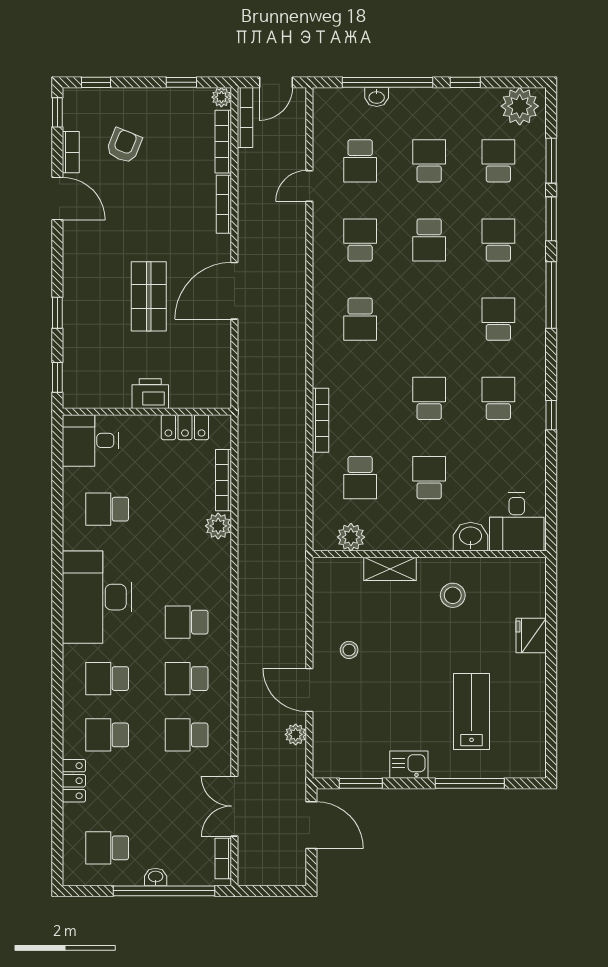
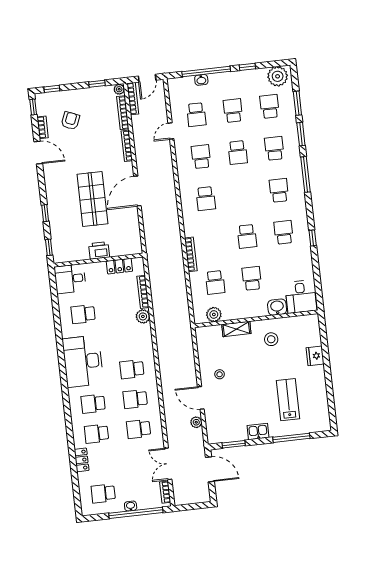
shop shelf: (149, 296) -> (92, 199), width x1.43, depth x1.36
school desk: (429, 398) -> (247, 236), turned 180

